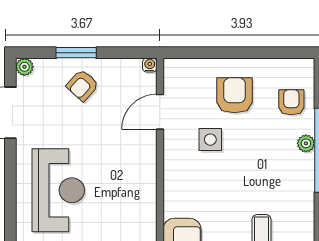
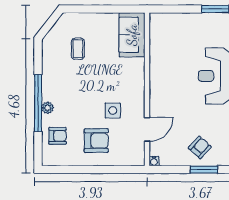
armchair: (234, 95) -> (96, 141), turned -90
armchair: (291, 102) -> (58, 136), turned -90

